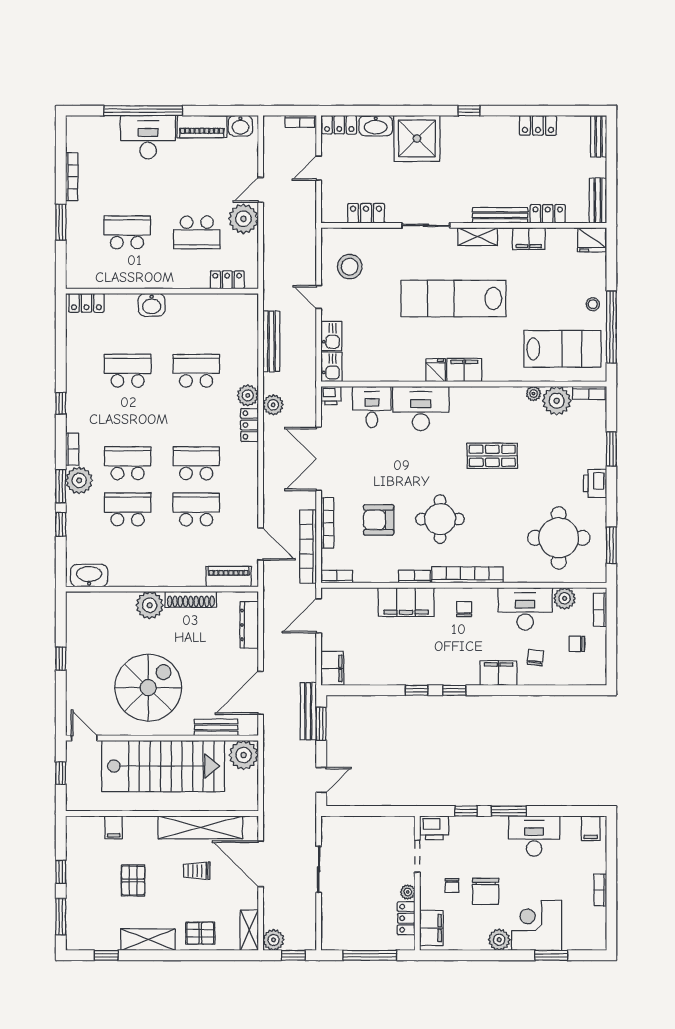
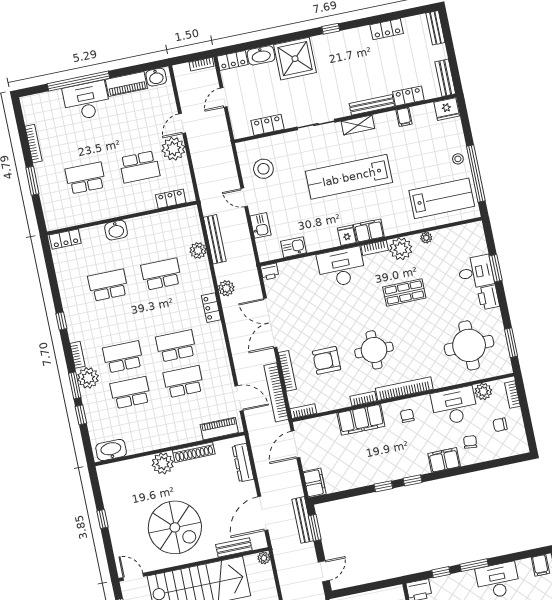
filing cabinet: (529, 239) -> (404, 117), width x0.50
kitchen sink: (332, 367) -> (294, 247), moved, turned -90
bookcase: (589, 393) -> (375, 248), moved
plant: (248, 395) -> (198, 250), moved
plant: (557, 401) -> (401, 249), moved
desk: (372, 407) -> (476, 272), moved, turned 90
spiral stairs: (148, 688) -> (175, 527), turned 90
plant: (244, 755) -> (264, 558), width x0.53, depth x0.53

